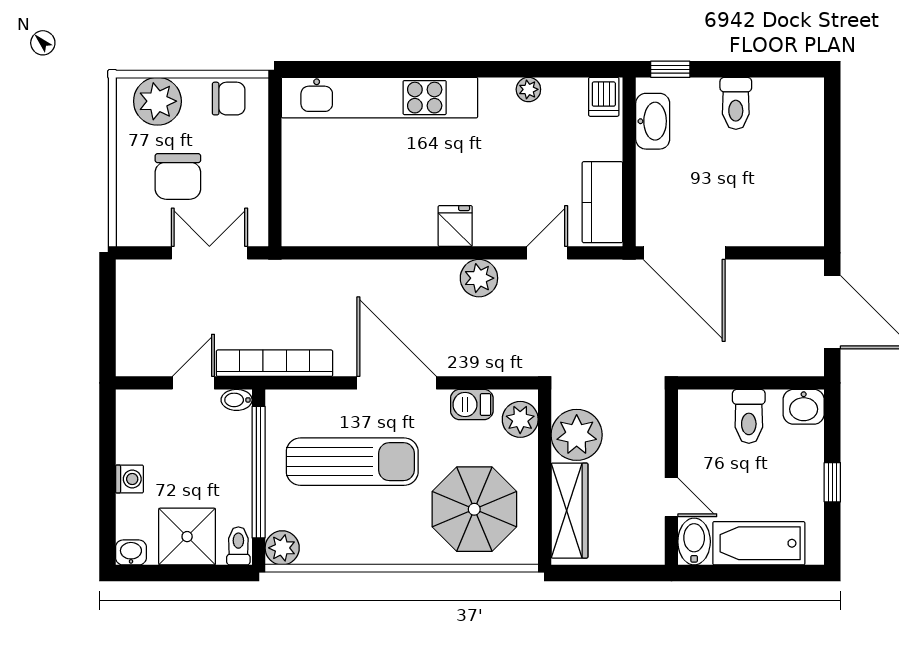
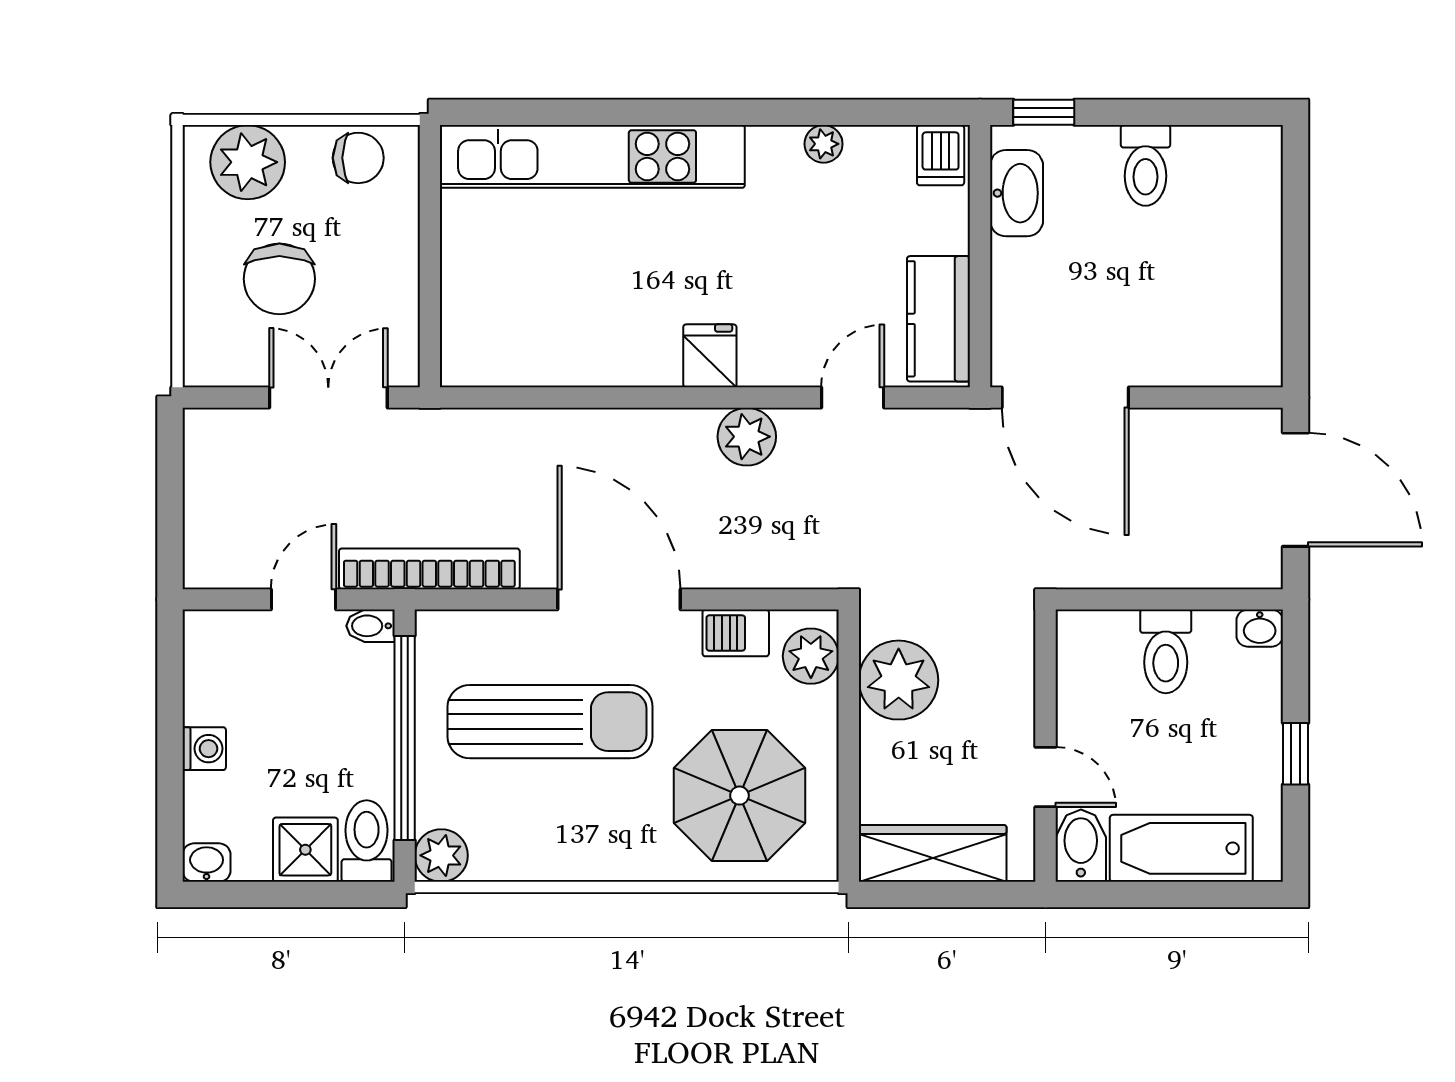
washbasin: (804, 407) -> (1260, 628), width x0.72, depth x0.69
wardrobe: (570, 511) -> (933, 853), moved, turned -90
shower: (187, 537) -> (305, 850), width x0.73, depth x0.73
toilet: (238, 546) -> (367, 841), width x1.37, depth x1.39

